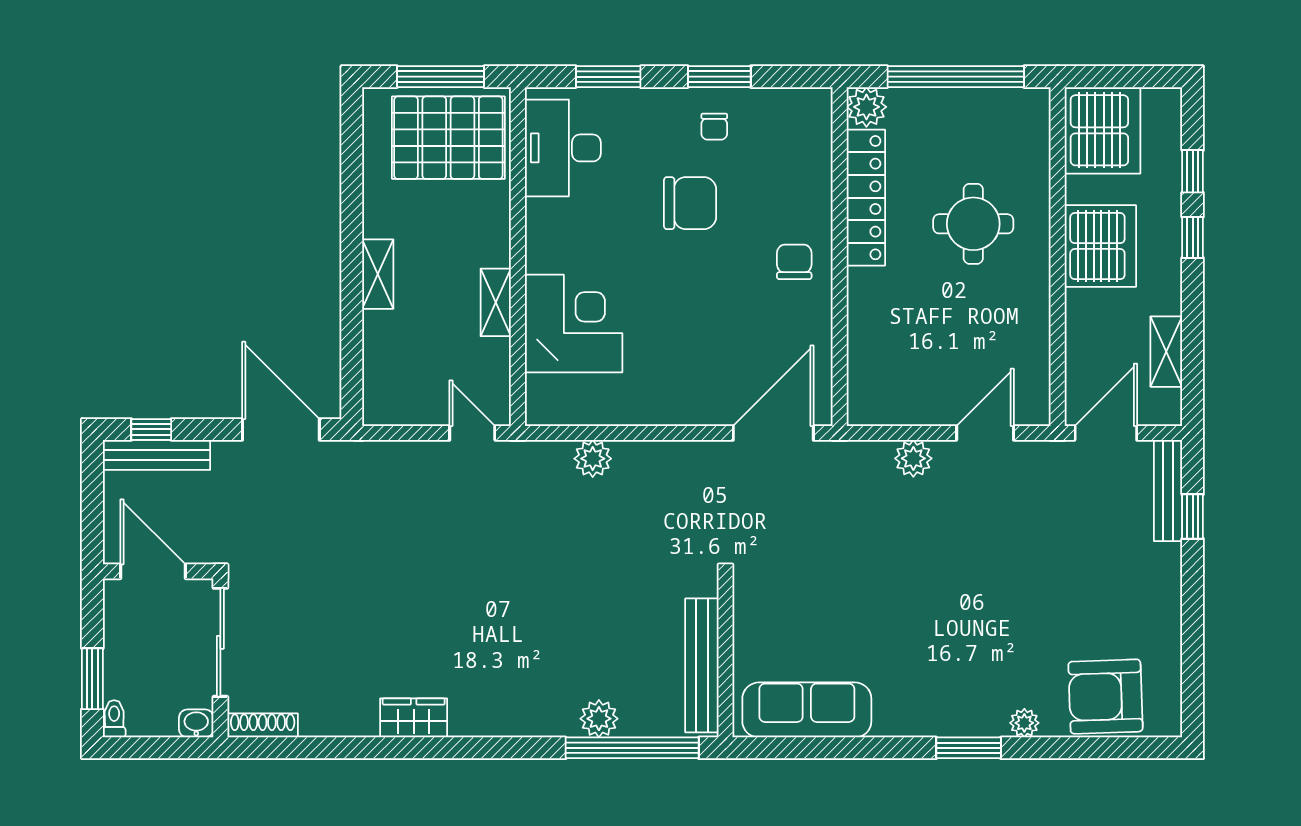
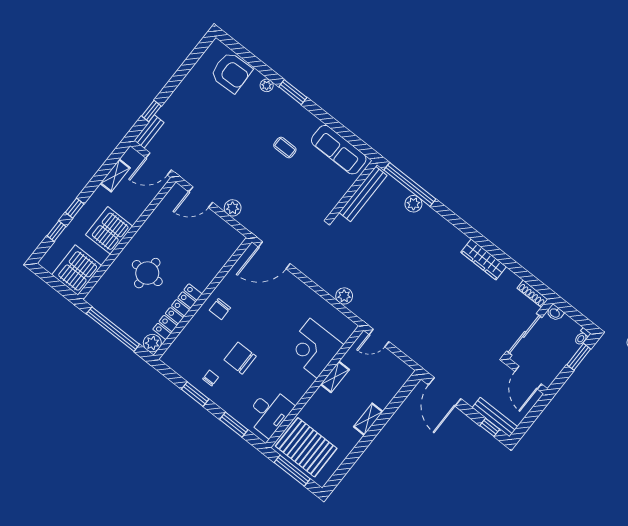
door: (472, 433) -> (379, 338), hinge flipped
bench: (1168, 490) -> (149, 131), width x0.73
coffee table: (905, 638) -> (285, 148), added
wardrobe: (414, 718) -> (484, 260), width x1.50

